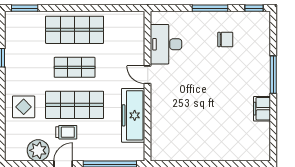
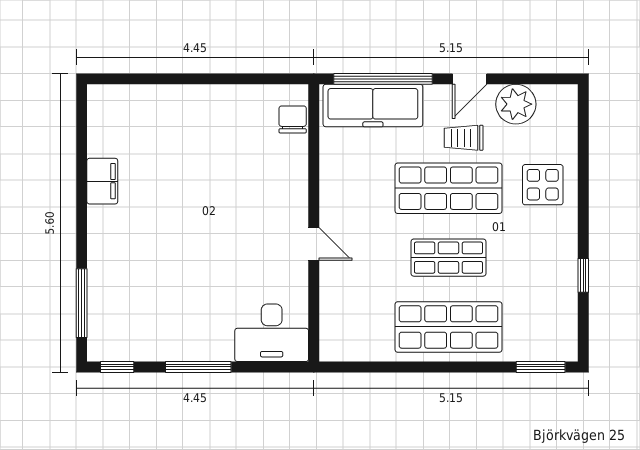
chair: (225, 40) -> (293, 119), moved, turned 90
desk: (166, 44) -> (272, 333), moved, turned 90
window: (273, 75) -> (82, 303), moved
freezer: (133, 115) -> (373, 106), moved, turned 90

